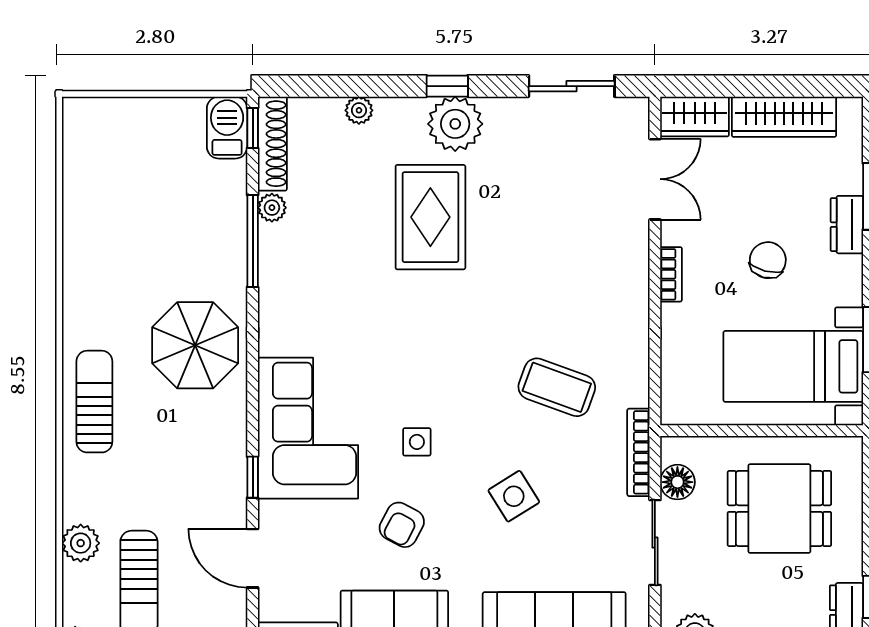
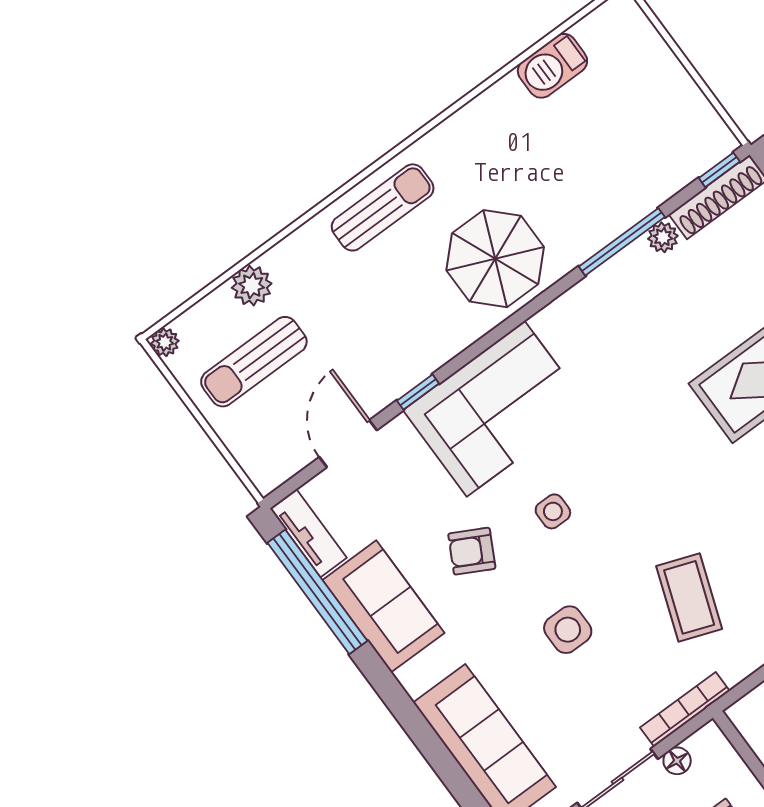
barbecue: (227, 128) -> (552, 66), moved, turned 180
floor lamp: (677, 482) -> (677, 761), width x0.73, depth x0.73
side table: (514, 496) -> (568, 630), turned 32

